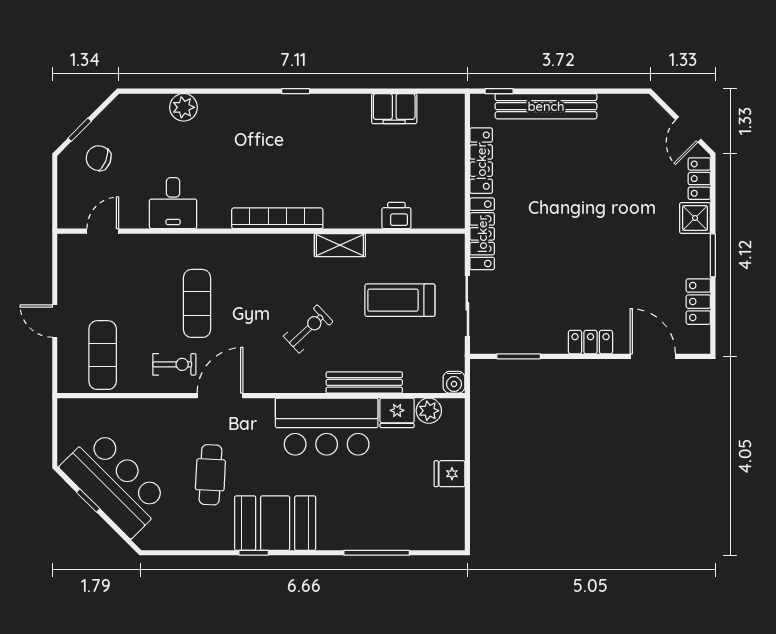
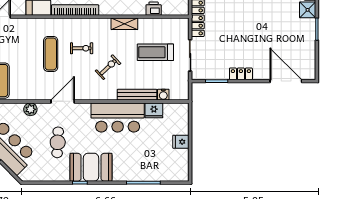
bookcase: (277, 218) -> (75, 10), moved
locker: (698, 302) -> (309, 53), removed
locker: (590, 342) -> (241, 74), moved
door: (653, 356) -> (286, 81), width x1.36
exercise bike: (174, 364) -> (82, 48), moved
water cooler: (454, 382) -> (163, 95), moved
plant: (429, 411) -> (30, 109), moved

